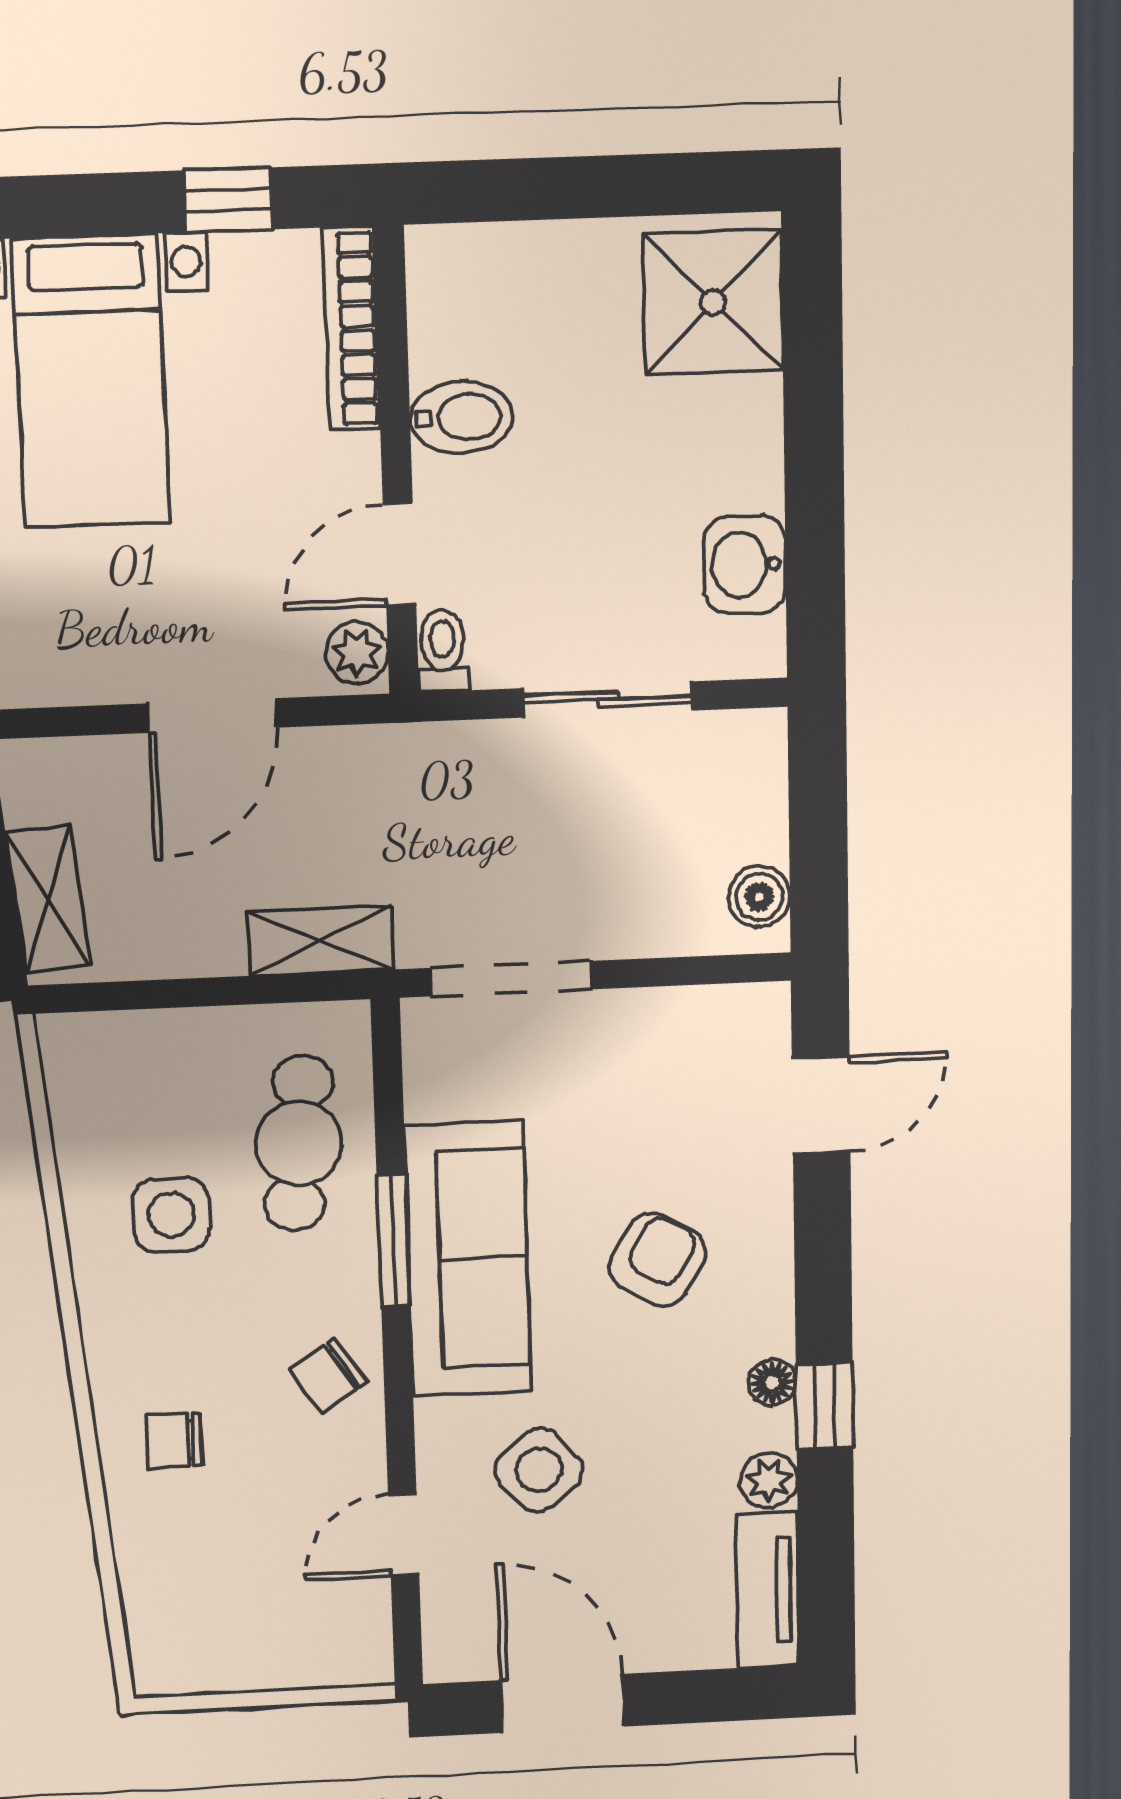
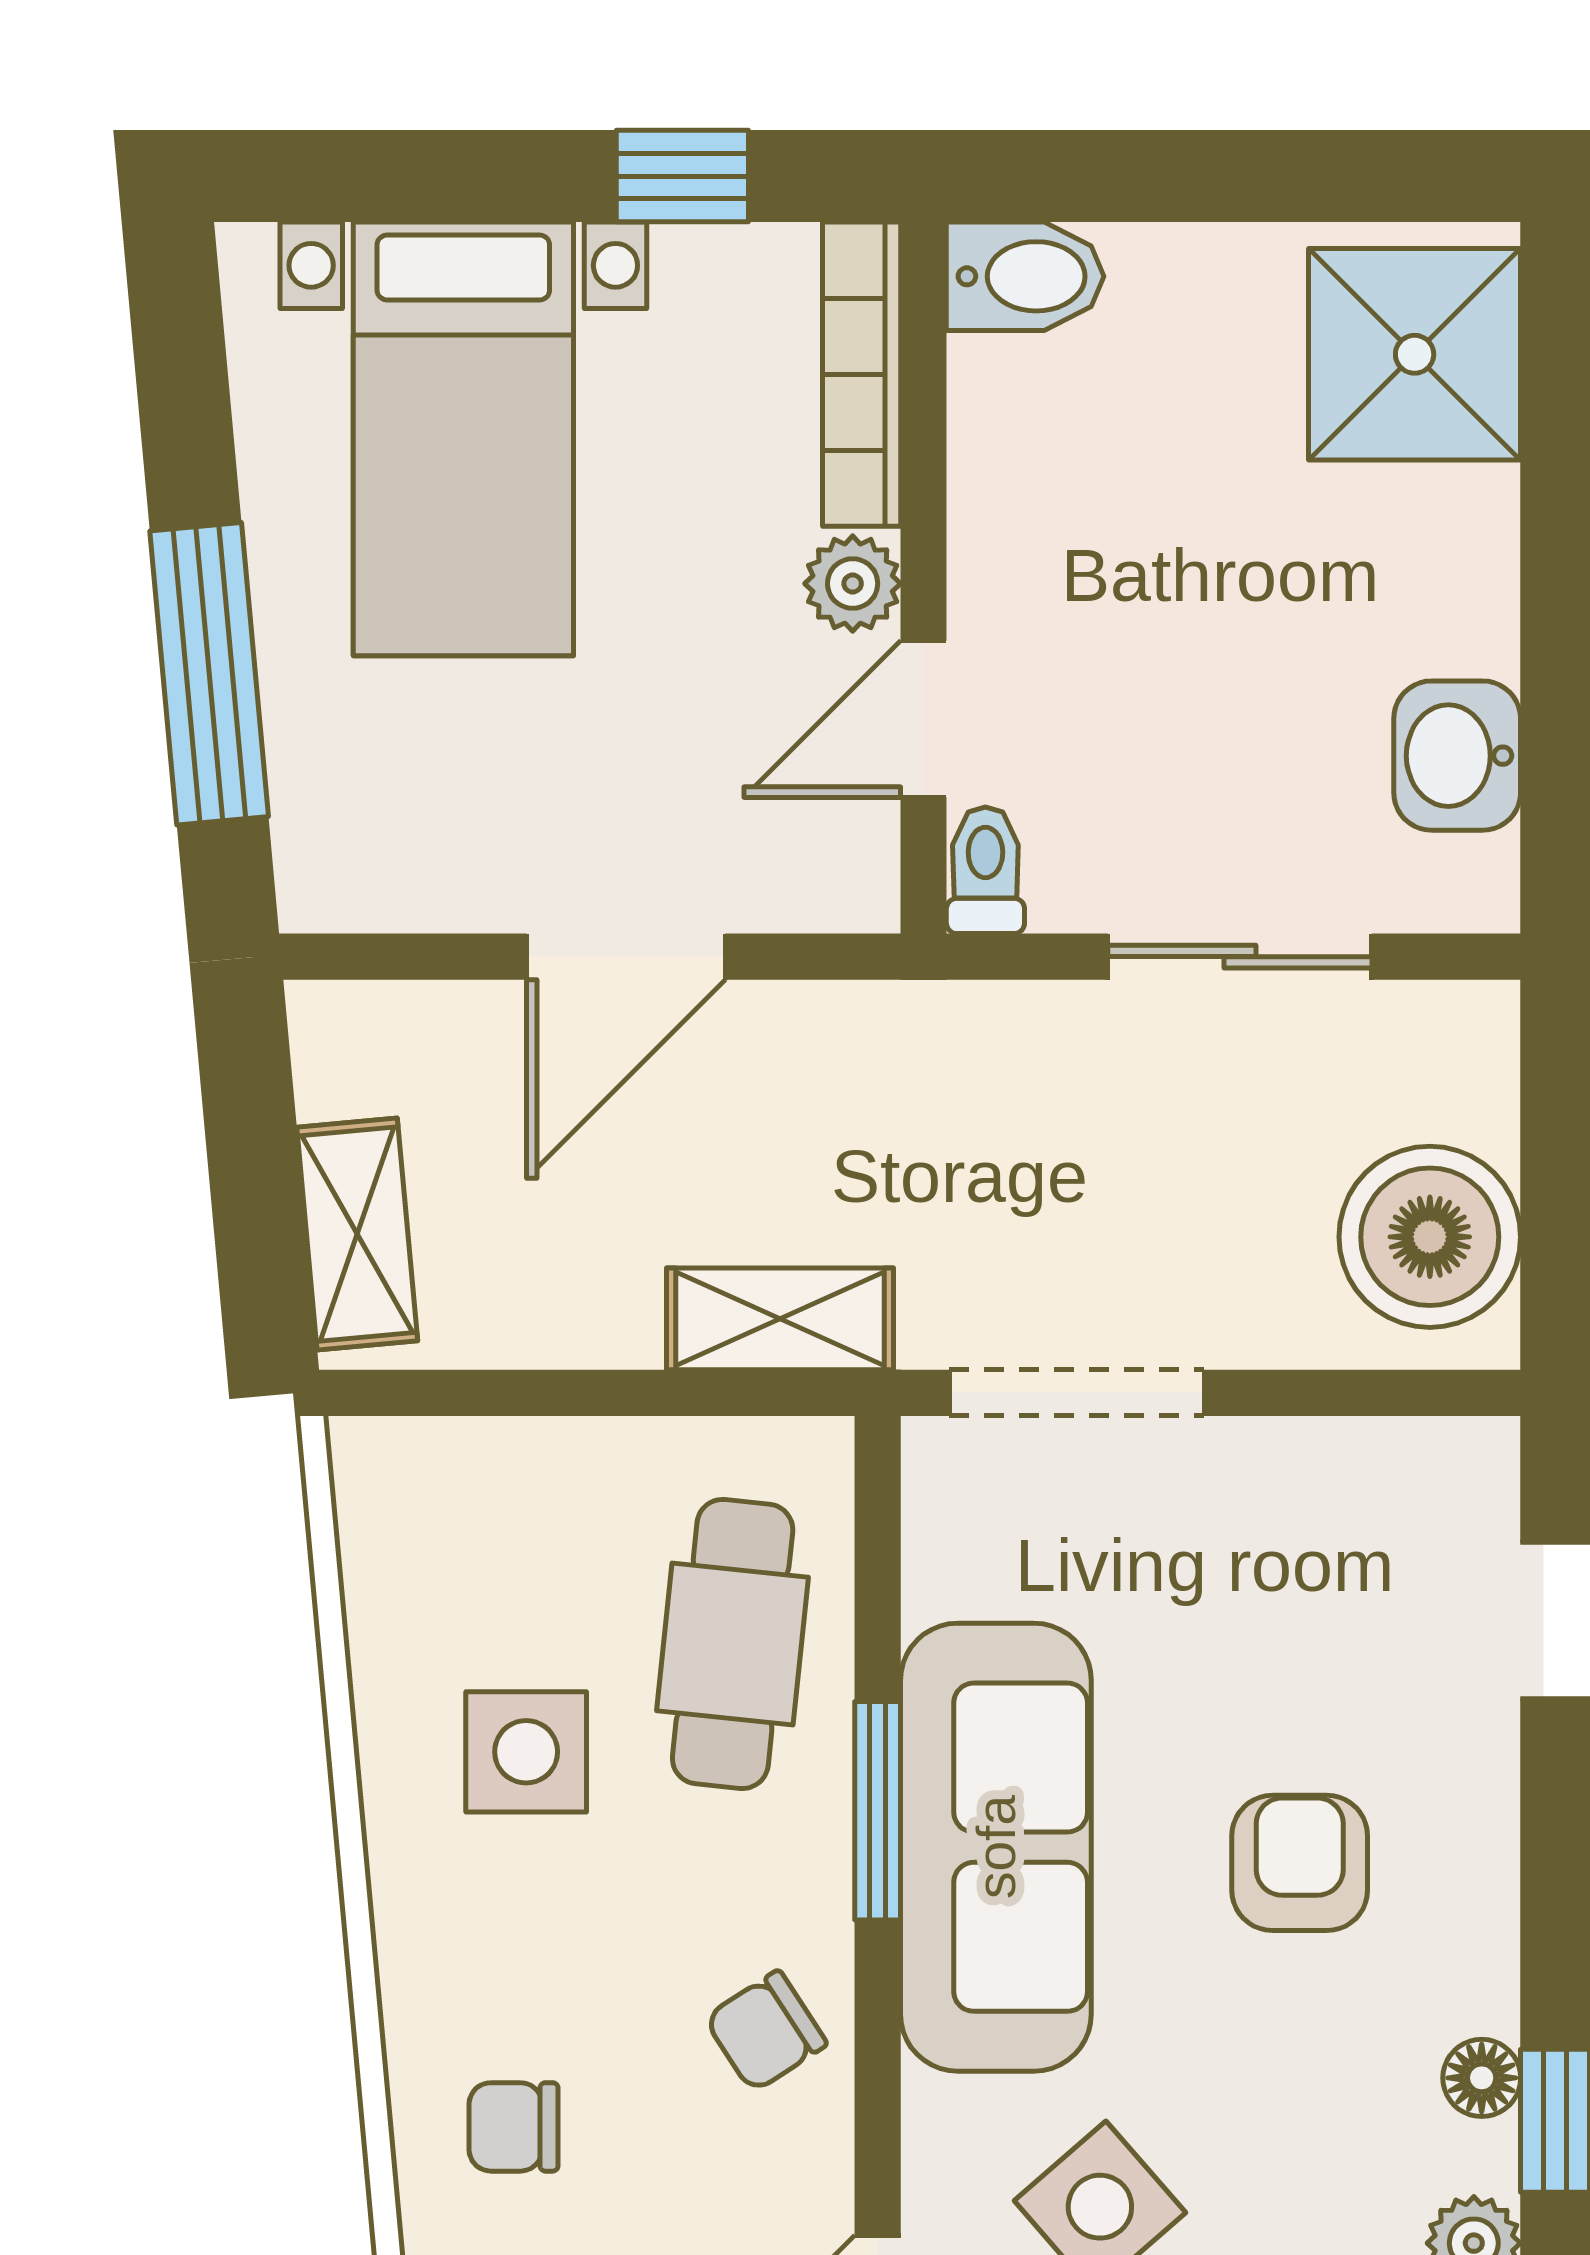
bidet: (461, 417) -> (1025, 276), moved
plant: (357, 653) -> (853, 584), moved
boiler: (759, 897) -> (1430, 1237), width x1.86, depth x1.86
armchair: (657, 1260) -> (1300, 1863), turned -30

